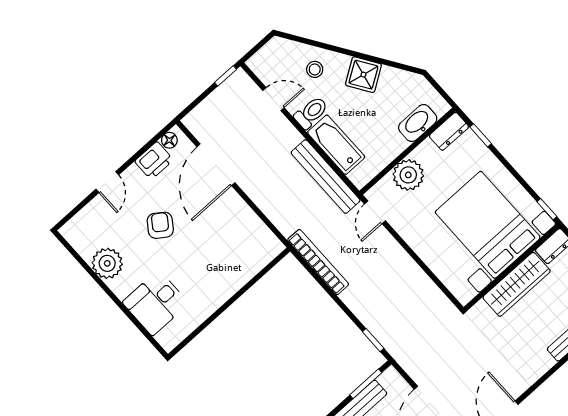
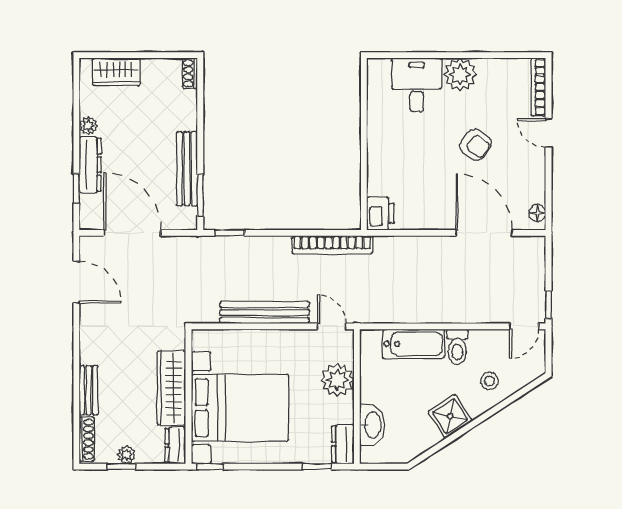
door: (274, 99) -> (524, 326), moved
printer: (154, 161) -> (380, 213), moved, turned 180
bench: (326, 177) -> (264, 312), moved
bookcase: (82, 218) -> (538, 87), added
plant: (107, 263) -> (460, 75), moved

